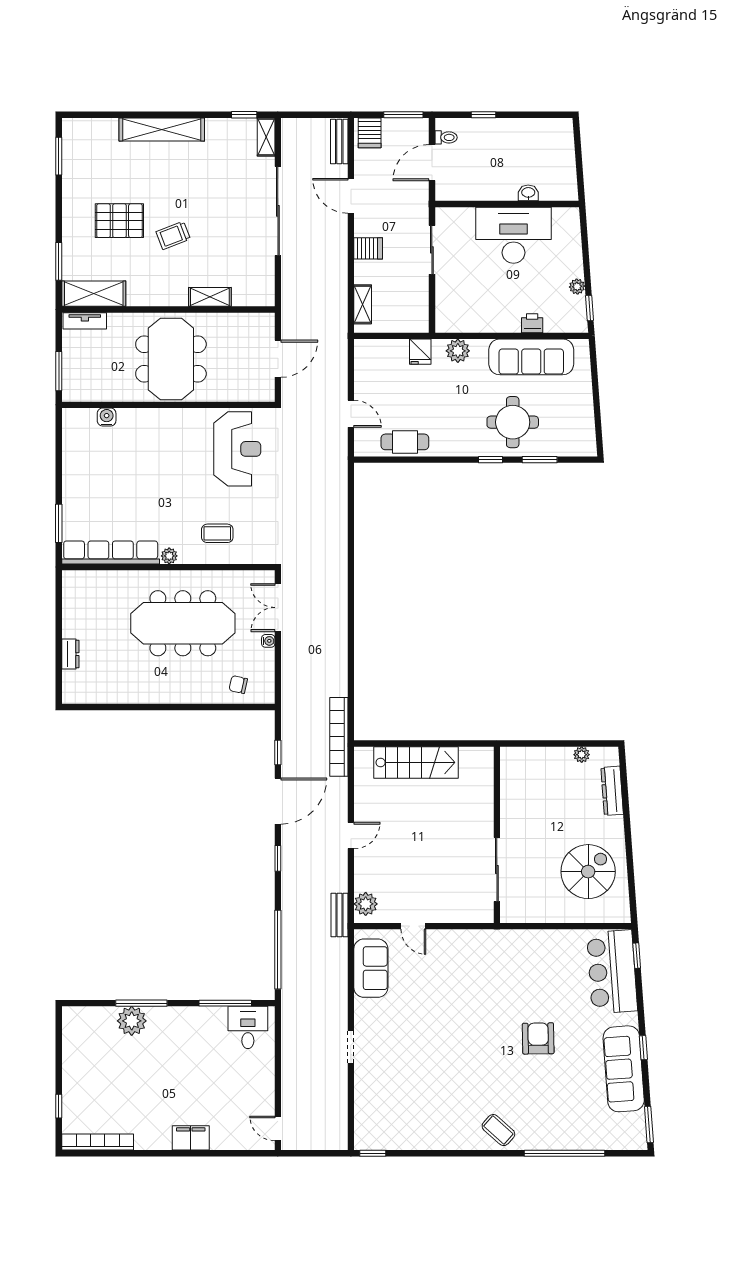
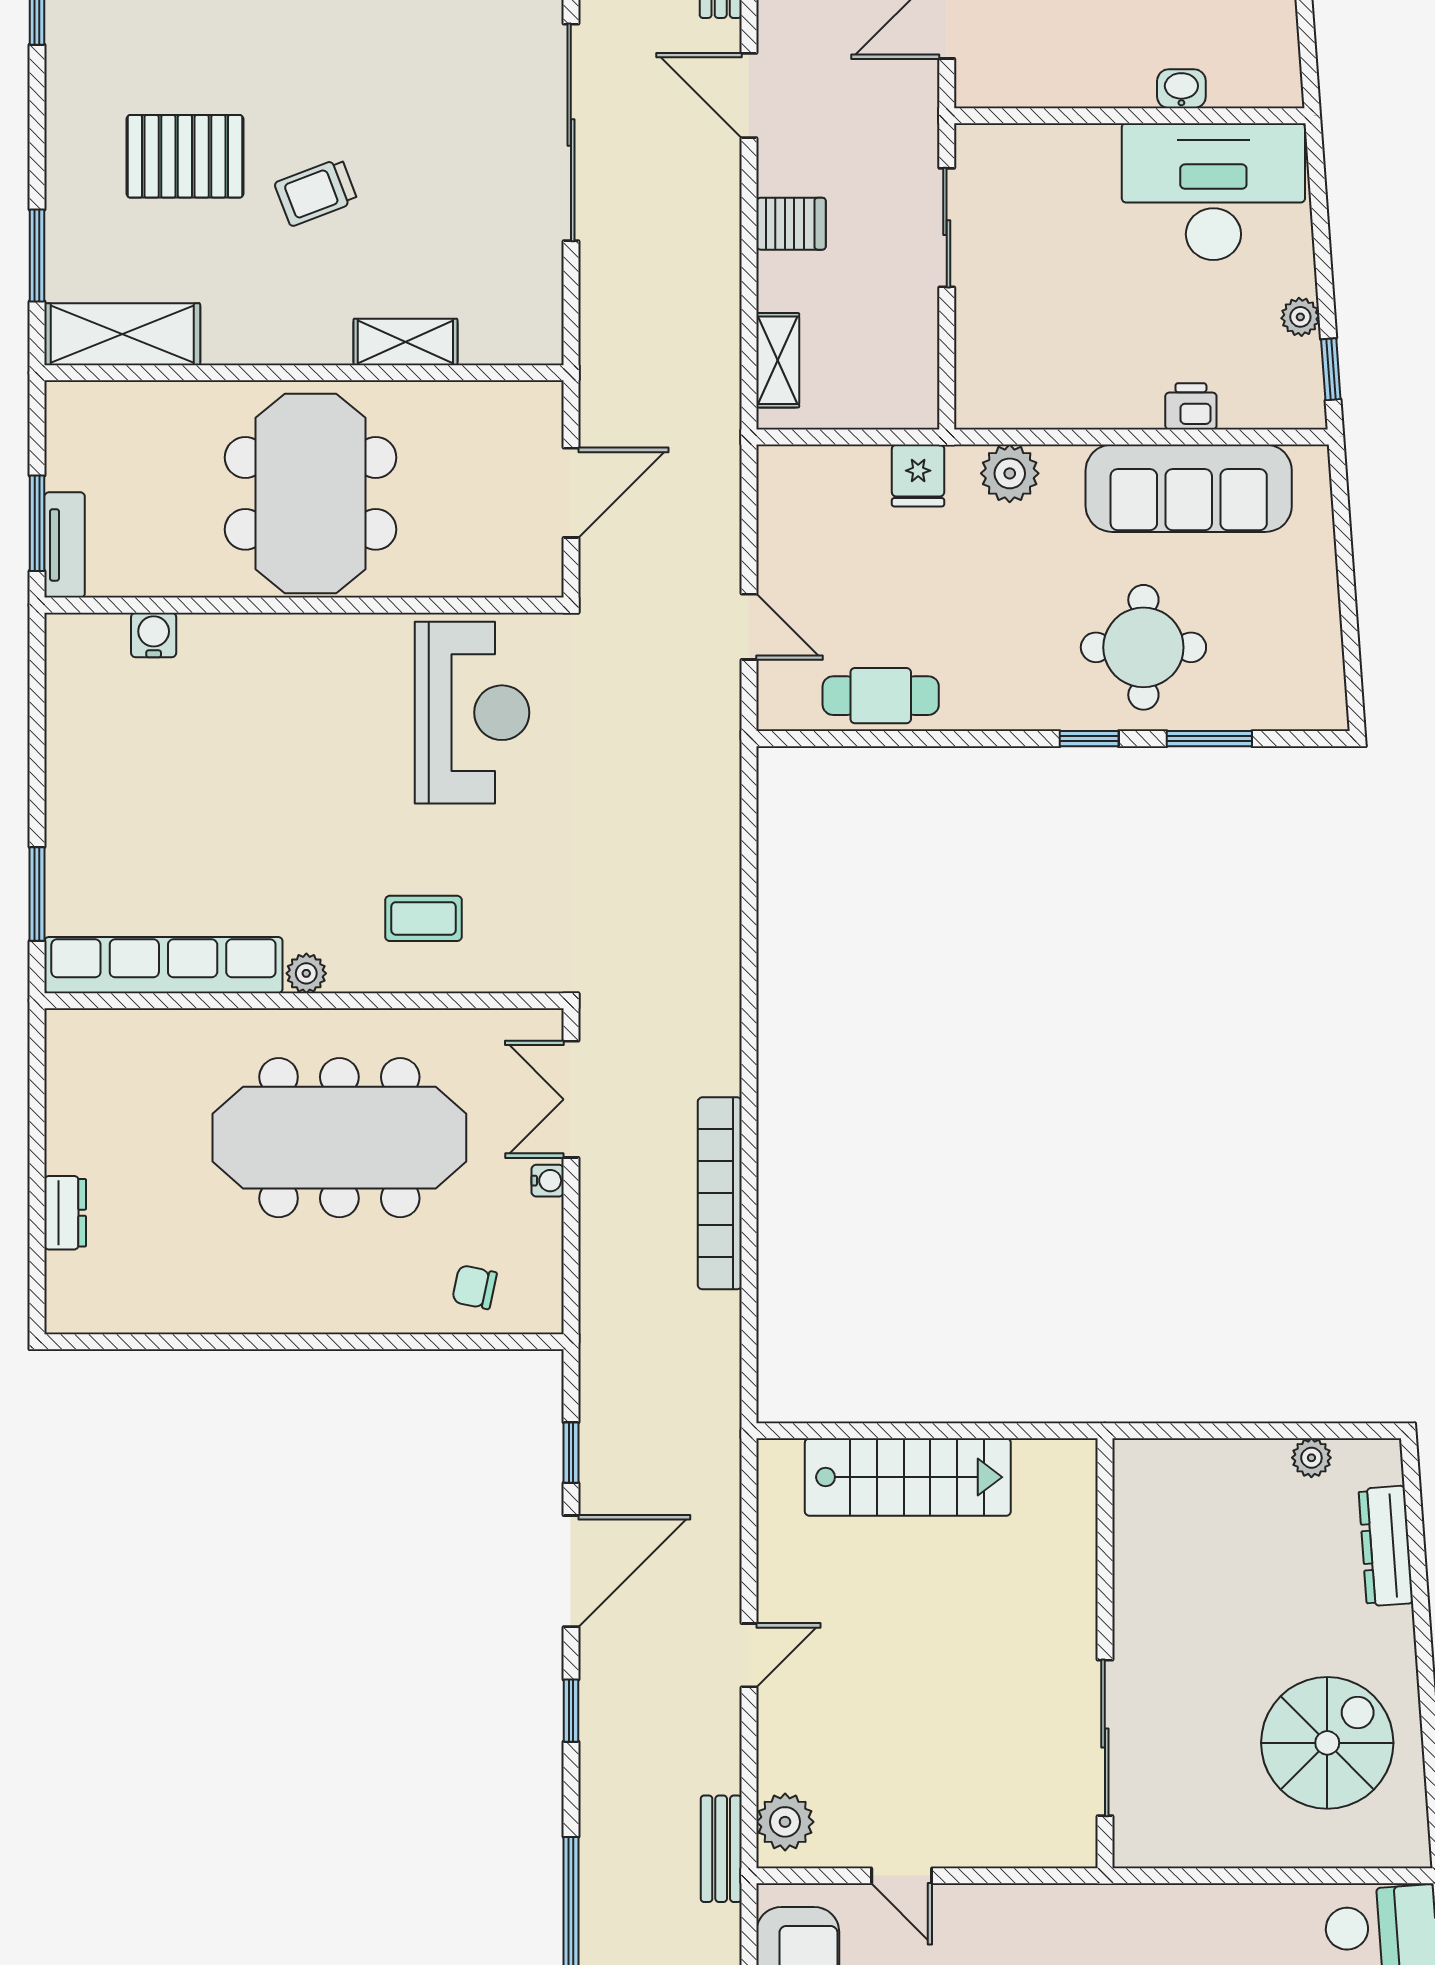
desk: (513, 235) -> (1213, 192), moved
tv unit: (85, 321) -> (65, 545), moved, turned -90
bookcase: (339, 737) -> (720, 1193), moved

